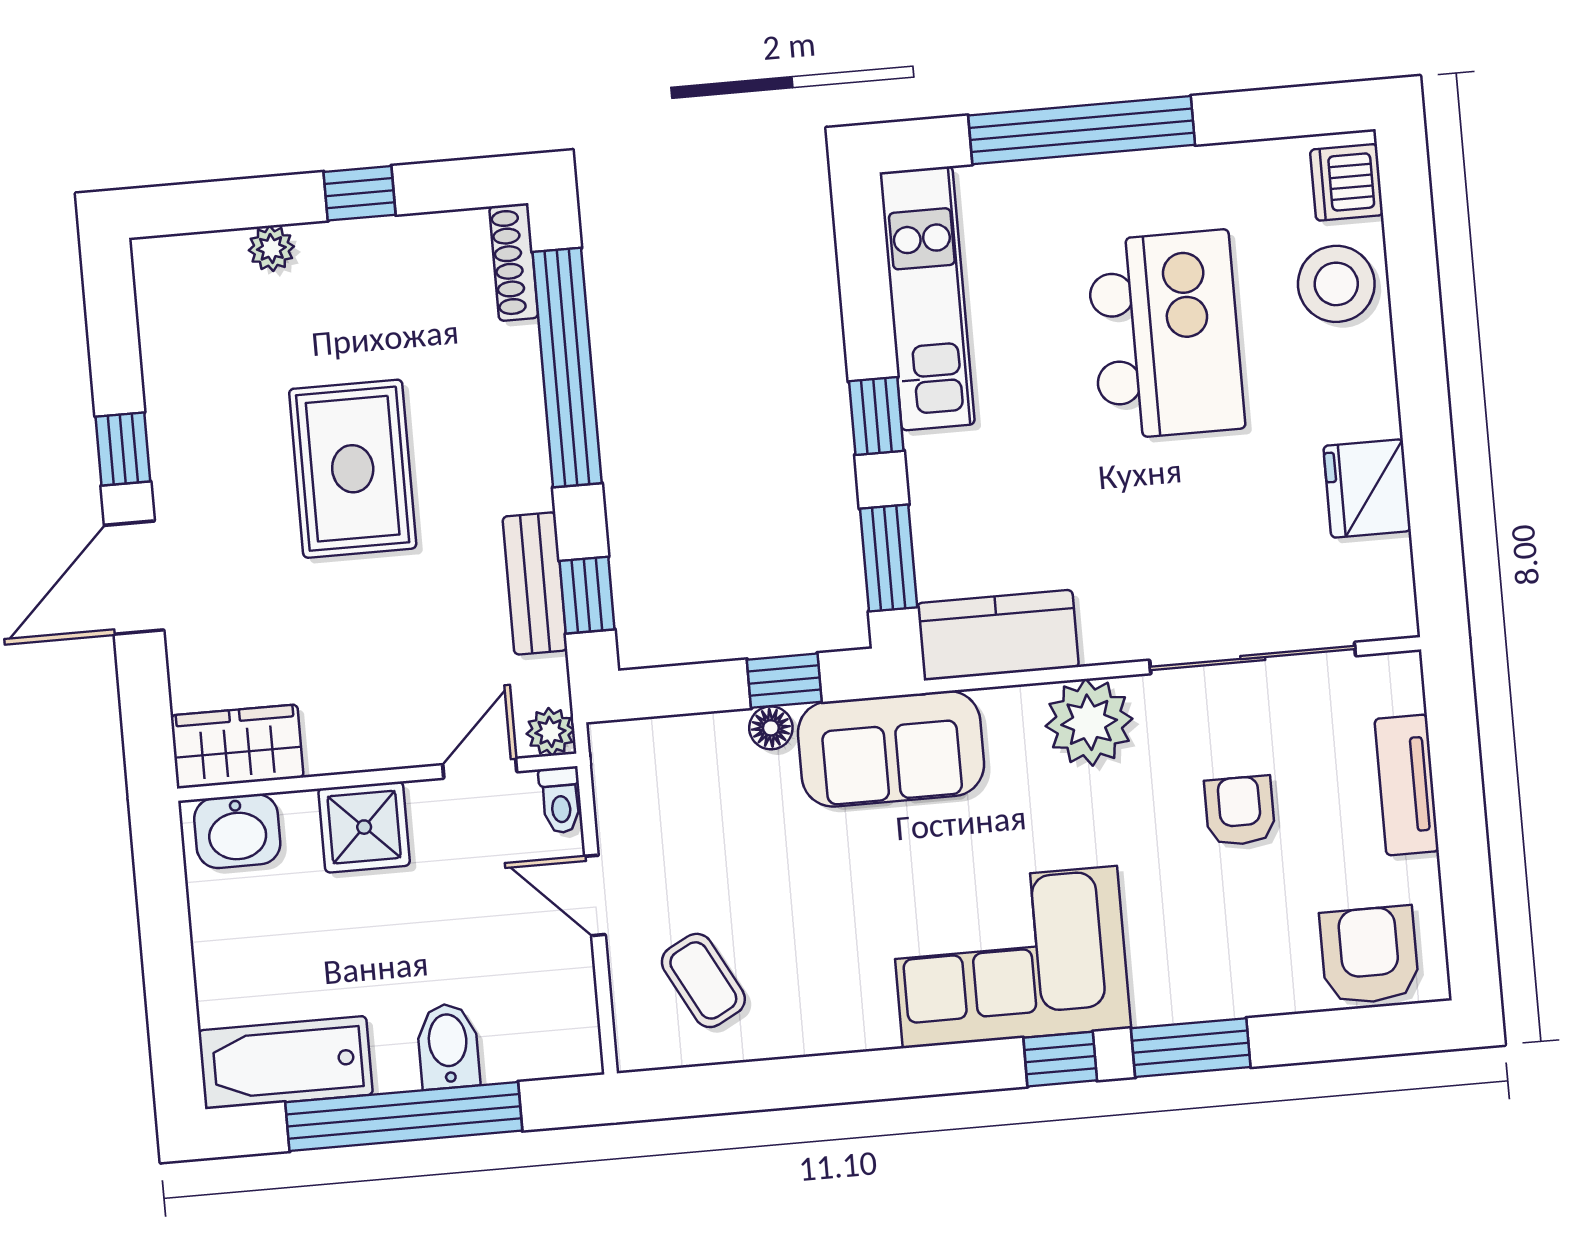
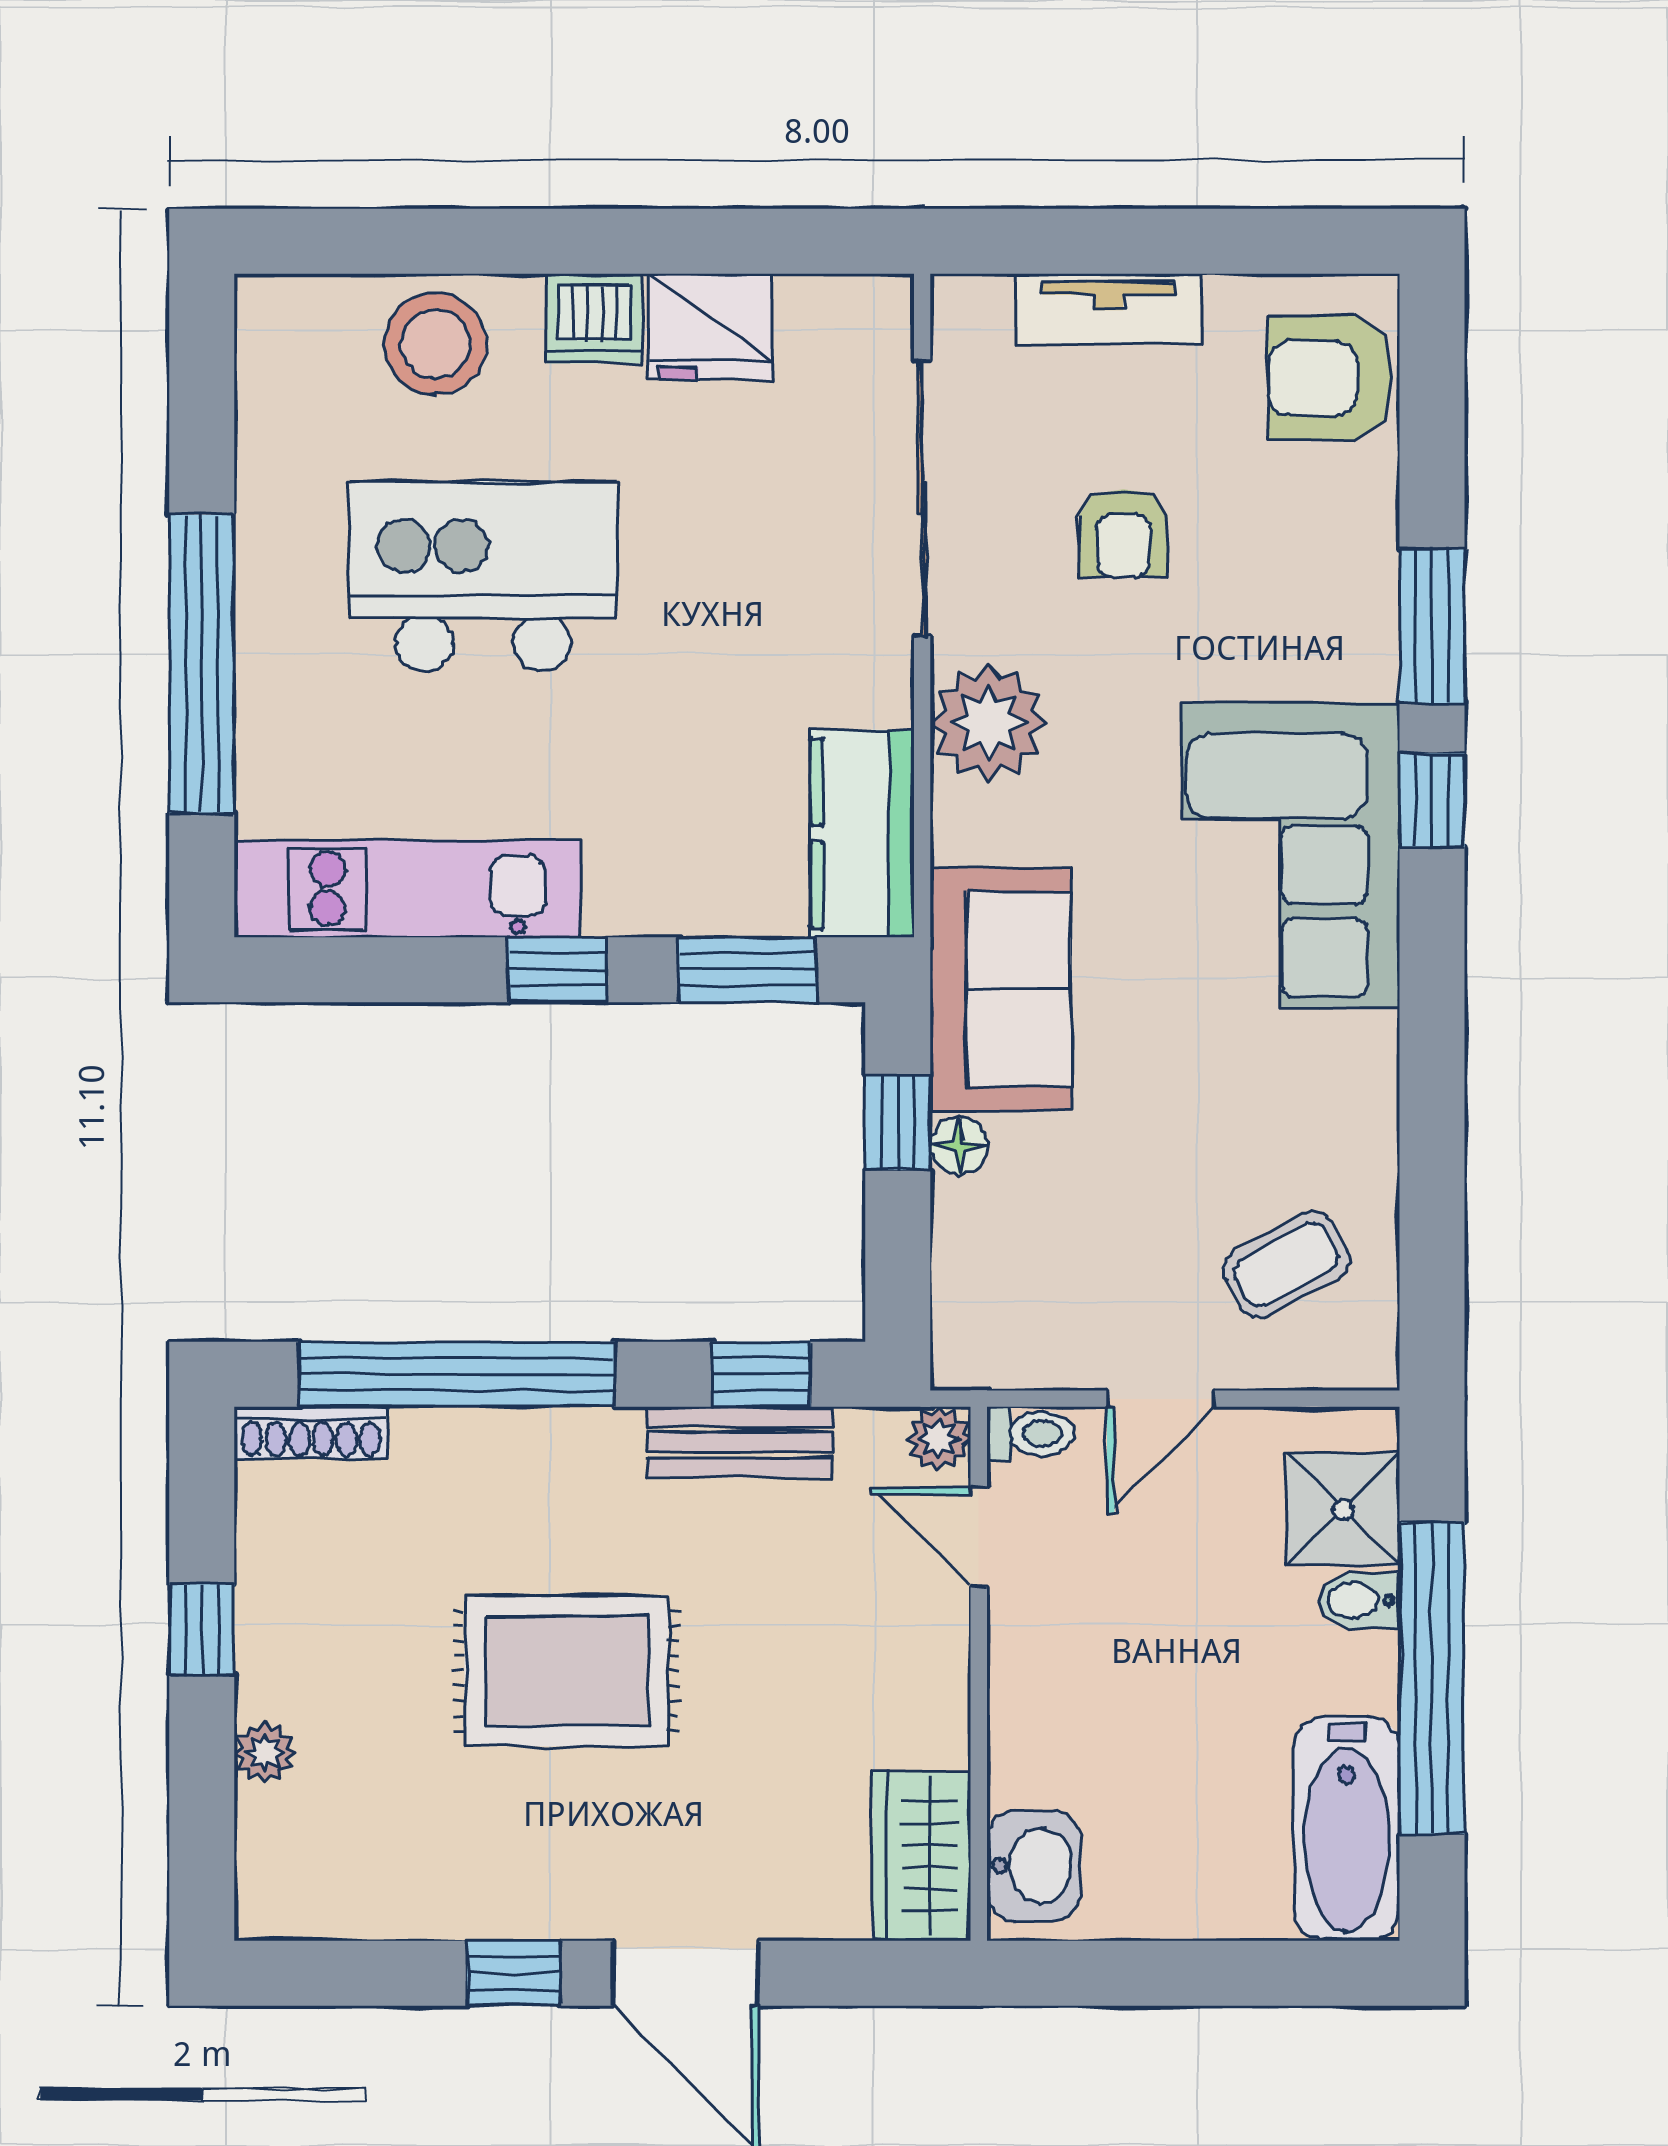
dishwasher: (1347, 182) -> (594, 319), moved
armchair: (1240, 811) -> (1123, 533), turned -90
shower: (364, 827) -> (1343, 1509), moved
bidet: (448, 1046) -> (1359, 1600), width x0.72, depth x0.74

